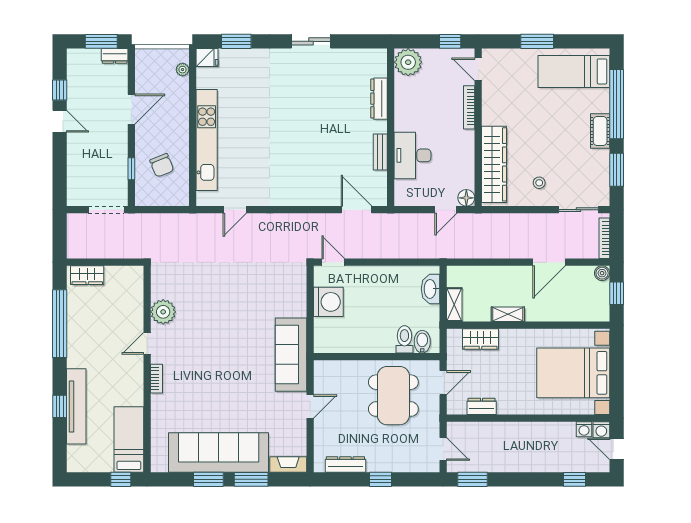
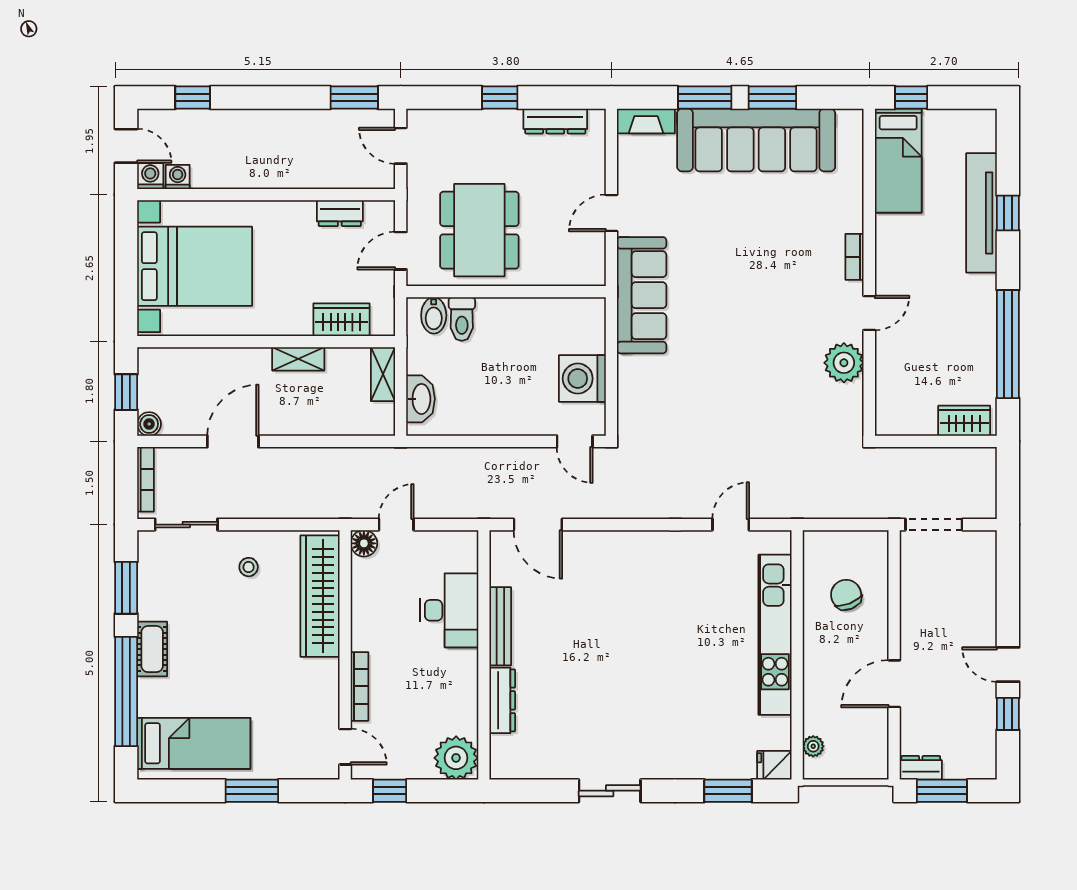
bench: (380, 152) -> (500, 626), width x1.36
window: (131, 169) -> (894, 589), removed

